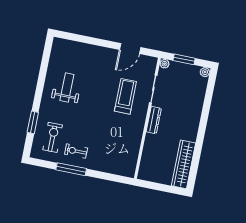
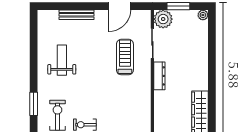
bench: (89, 48) -> (77, 15), added
plant: (164, 64) -> (163, 19), width x1.87, depth x1.87

